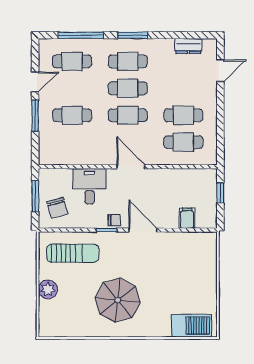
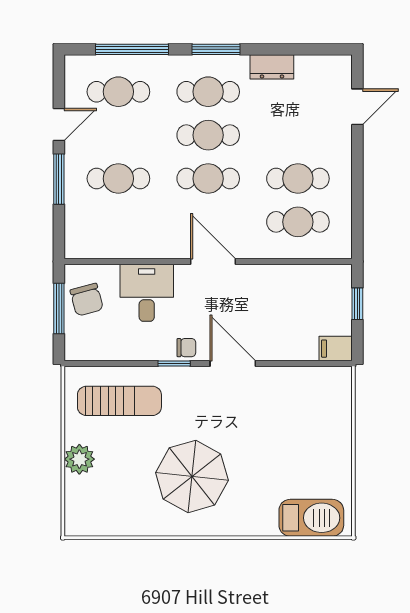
dresser: (188, 46) -> (272, 67), moved
chair: (57, 208) -> (87, 300), moved
filing cabinet: (187, 218) -> (336, 349), moved, turned -90

